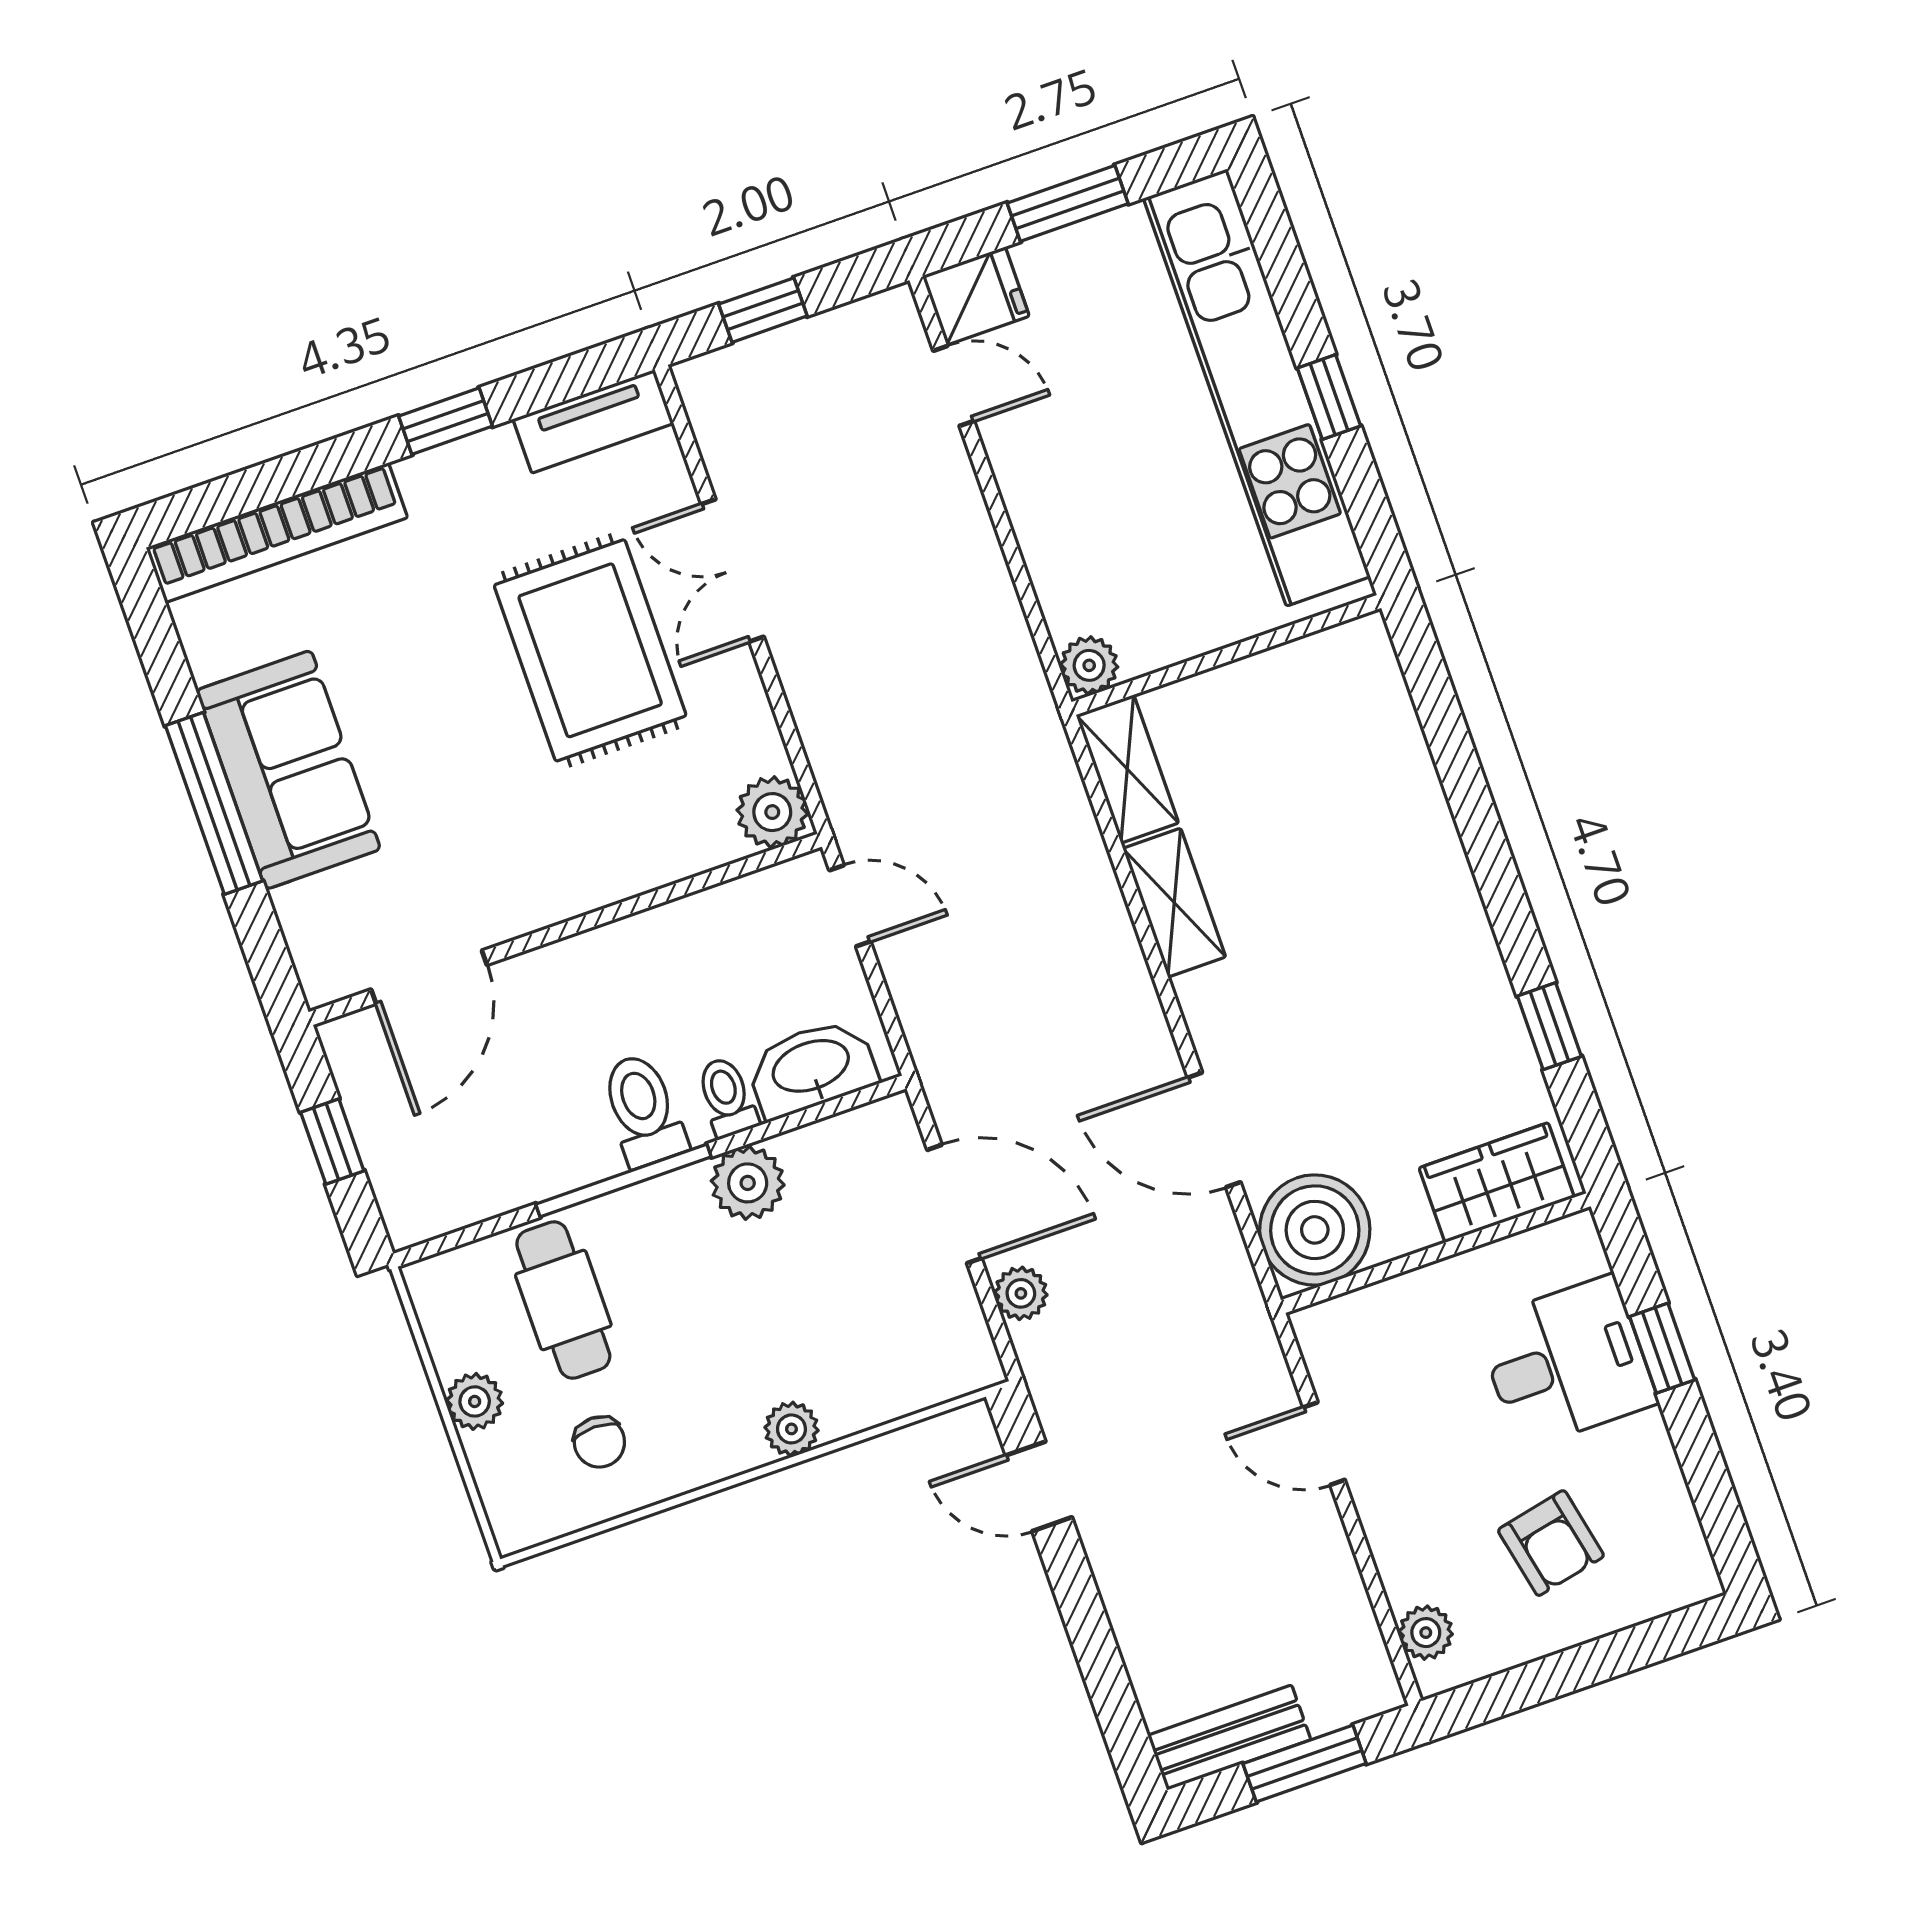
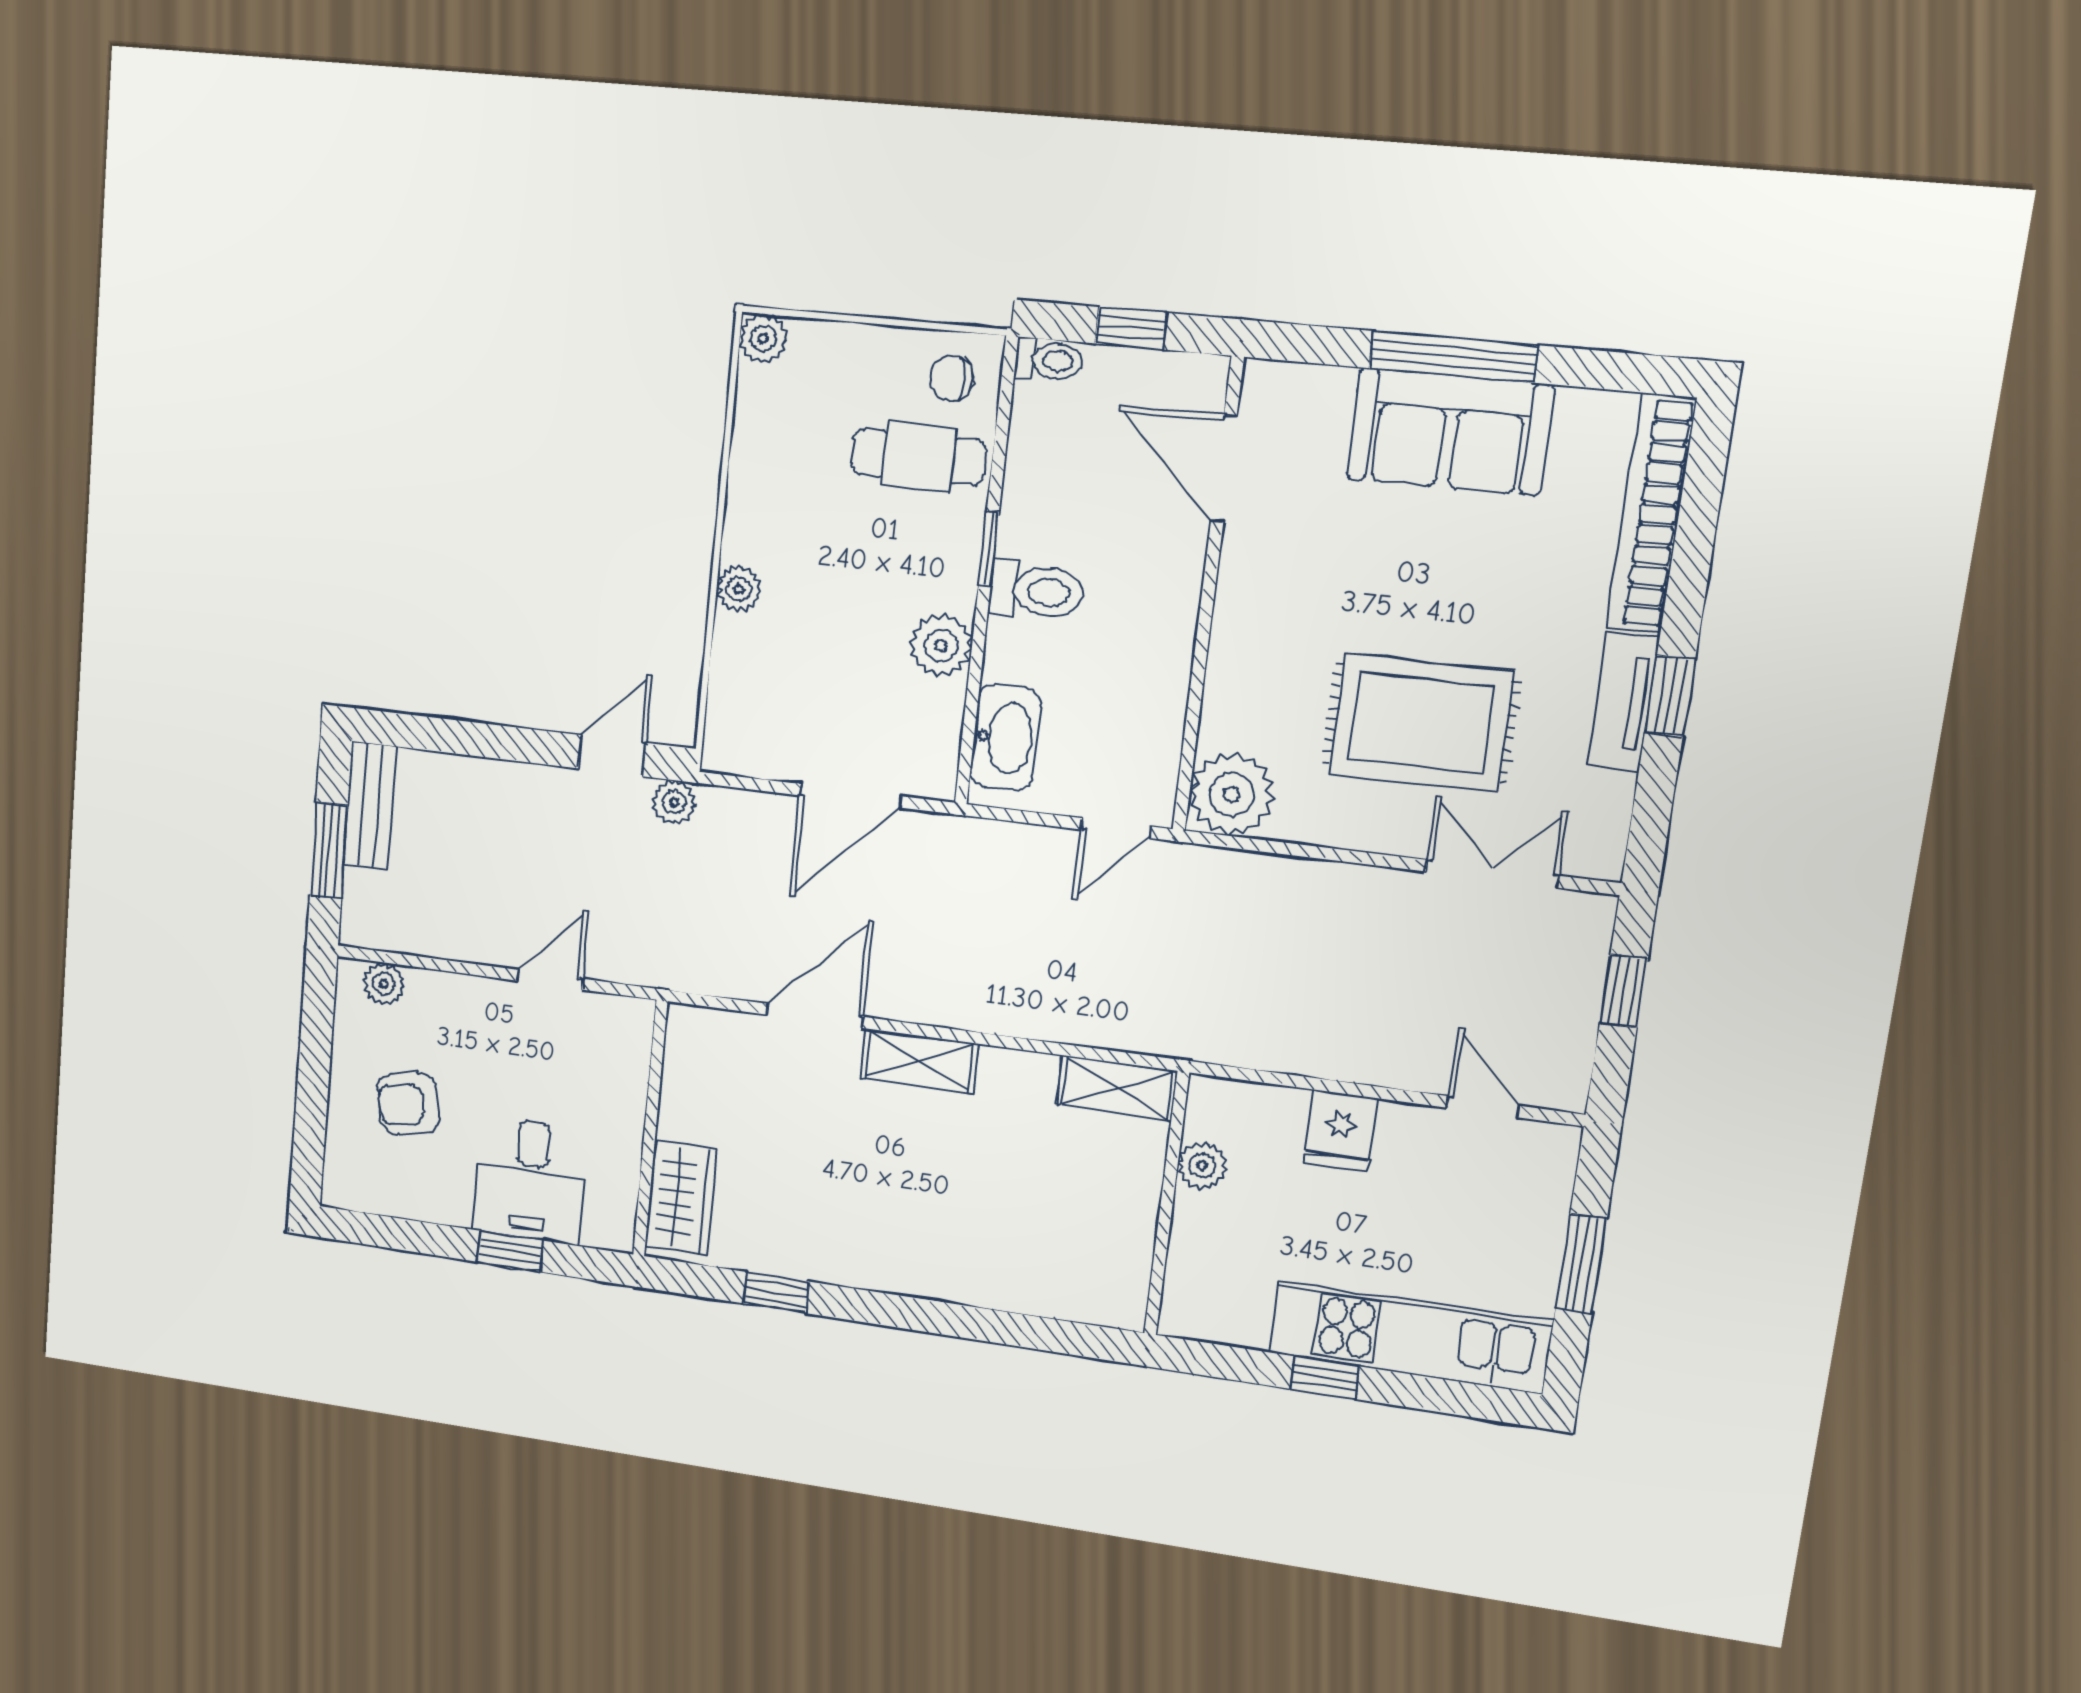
fridge: (976, 296) -> (1340, 1130), moved
door: (954, 386) -> (1483, 1107), swing flipped
kitchen unit: (1257, 387) -> (1410, 1337), width x0.73
tv unit: (593, 421) -> (1623, 703), moved
double door: (732, 570) -> (1492, 874), moved
plant: (1089, 665) -> (1202, 1165), moved
plant: (772, 812) -> (1232, 794), width x1.36, depth x1.36
shelving: (1174, 903) -> (919, 1061), moved
toilet: (727, 1097) -> (1049, 360), moved
window: (623, 1180) -> (989, 549), width x0.46
boiler: (1315, 1230) -> (707, 1051), removed
plant: (1021, 1293) -> (674, 802), moved
plant: (475, 1401) -> (763, 339), moved
chair: (599, 1442) -> (952, 378), moved

